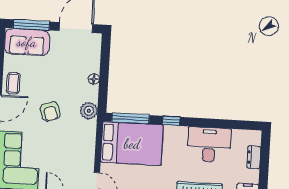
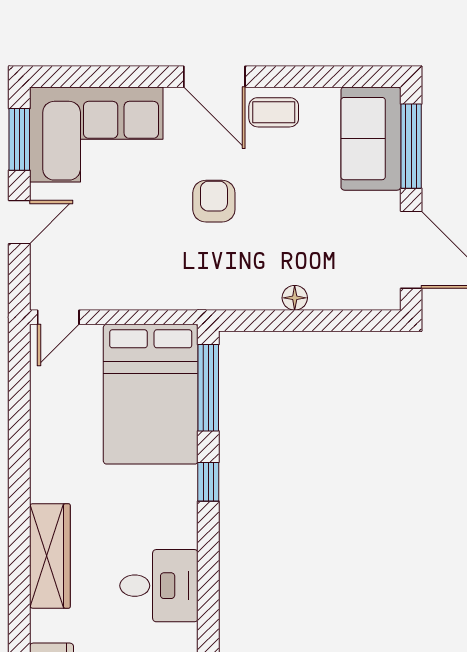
armchair: (50, 111) -> (214, 201), turned 108
plant: (89, 111) -> (221, 290), removed
desk: (209, 144) -> (159, 586), width x0.73

